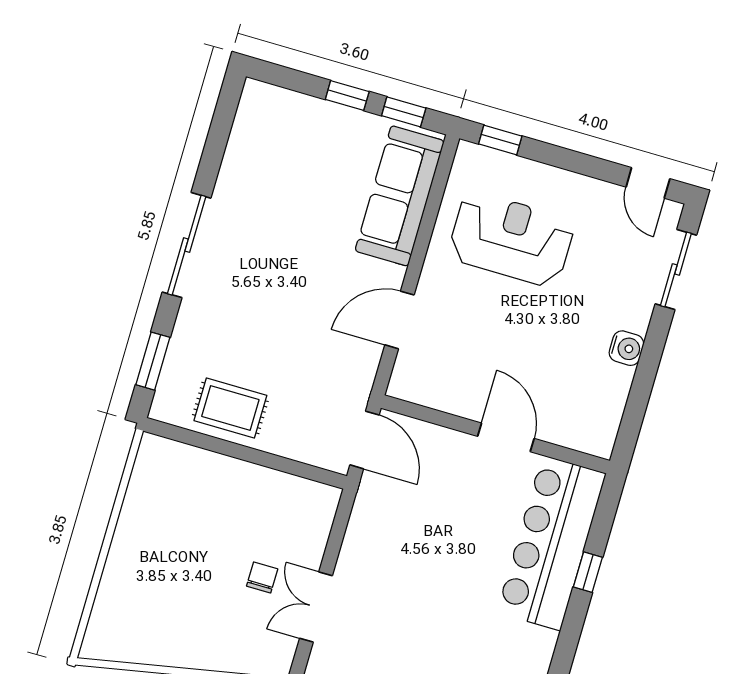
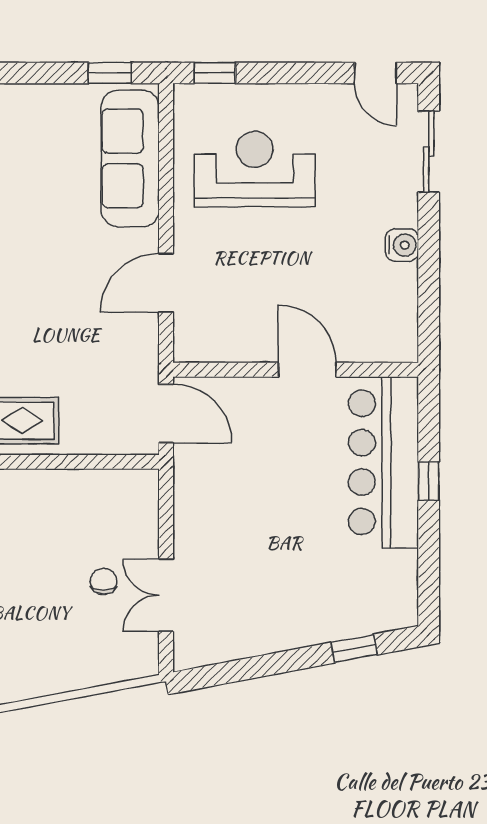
window: (347, 96) -> (48, 73), removed

